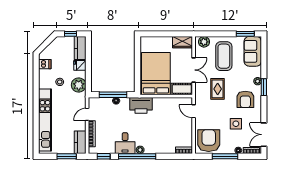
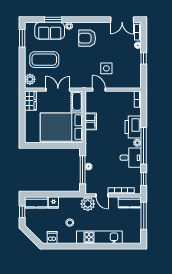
sofa: (253, 51) -> (50, 31), moved
plant: (79, 85) -> (88, 204), moved
window: (264, 87) -> (53, 20), moved
rug: (218, 89) -> (77, 66), removed
armchair: (245, 99) -> (87, 38), turned 180
filing cabinet: (162, 103) -> (91, 121), added
printer: (141, 105) -> (133, 127), moved, turned 180
door: (194, 111) -> (99, 90), swing flipped
kitchen unit: (45, 120) -> (99, 237), width x0.73
side table: (236, 124) -> (106, 68), moved
armchair: (209, 141) -> (128, 75), removed
window: (67, 156) -> (144, 216), width x1.44
window: (225, 156) -> (144, 58), width x0.46

